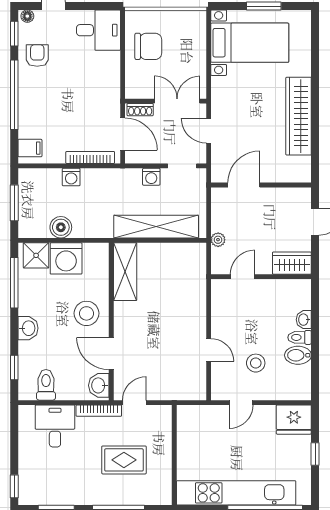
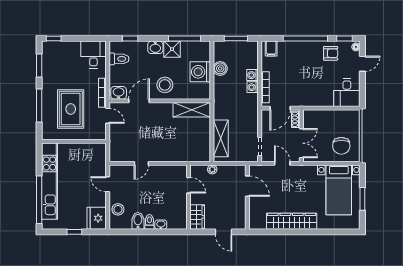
chair: (148, 46) -> (341, 146), moved
door: (209, 131) -> (282, 163), hinge flipped
washing machine: (151, 177) -> (253, 87), moved
shelving: (156, 227) -> (221, 138), width x0.68
shower: (36, 255) -> (172, 49), moved
stool: (256, 363) -> (118, 209), moved
desk: (55, 426) -> (93, 55), moved, turned -90
rug: (124, 460) -> (71, 109), width x1.36, depth x1.43

